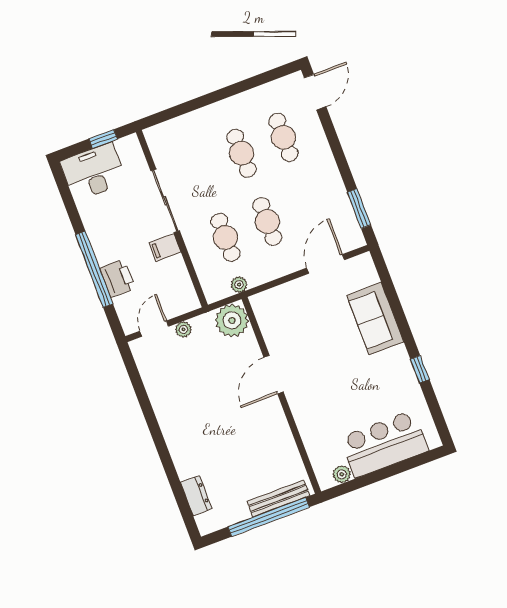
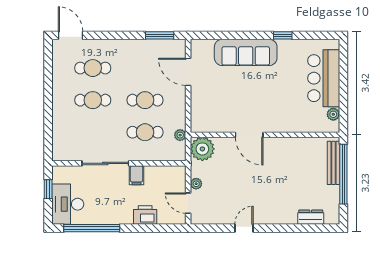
window: (94, 269) -> (92, 228), moved
sofa: (375, 319) -> (246, 52), width x1.36
door: (149, 414) -> (244, 228), added

